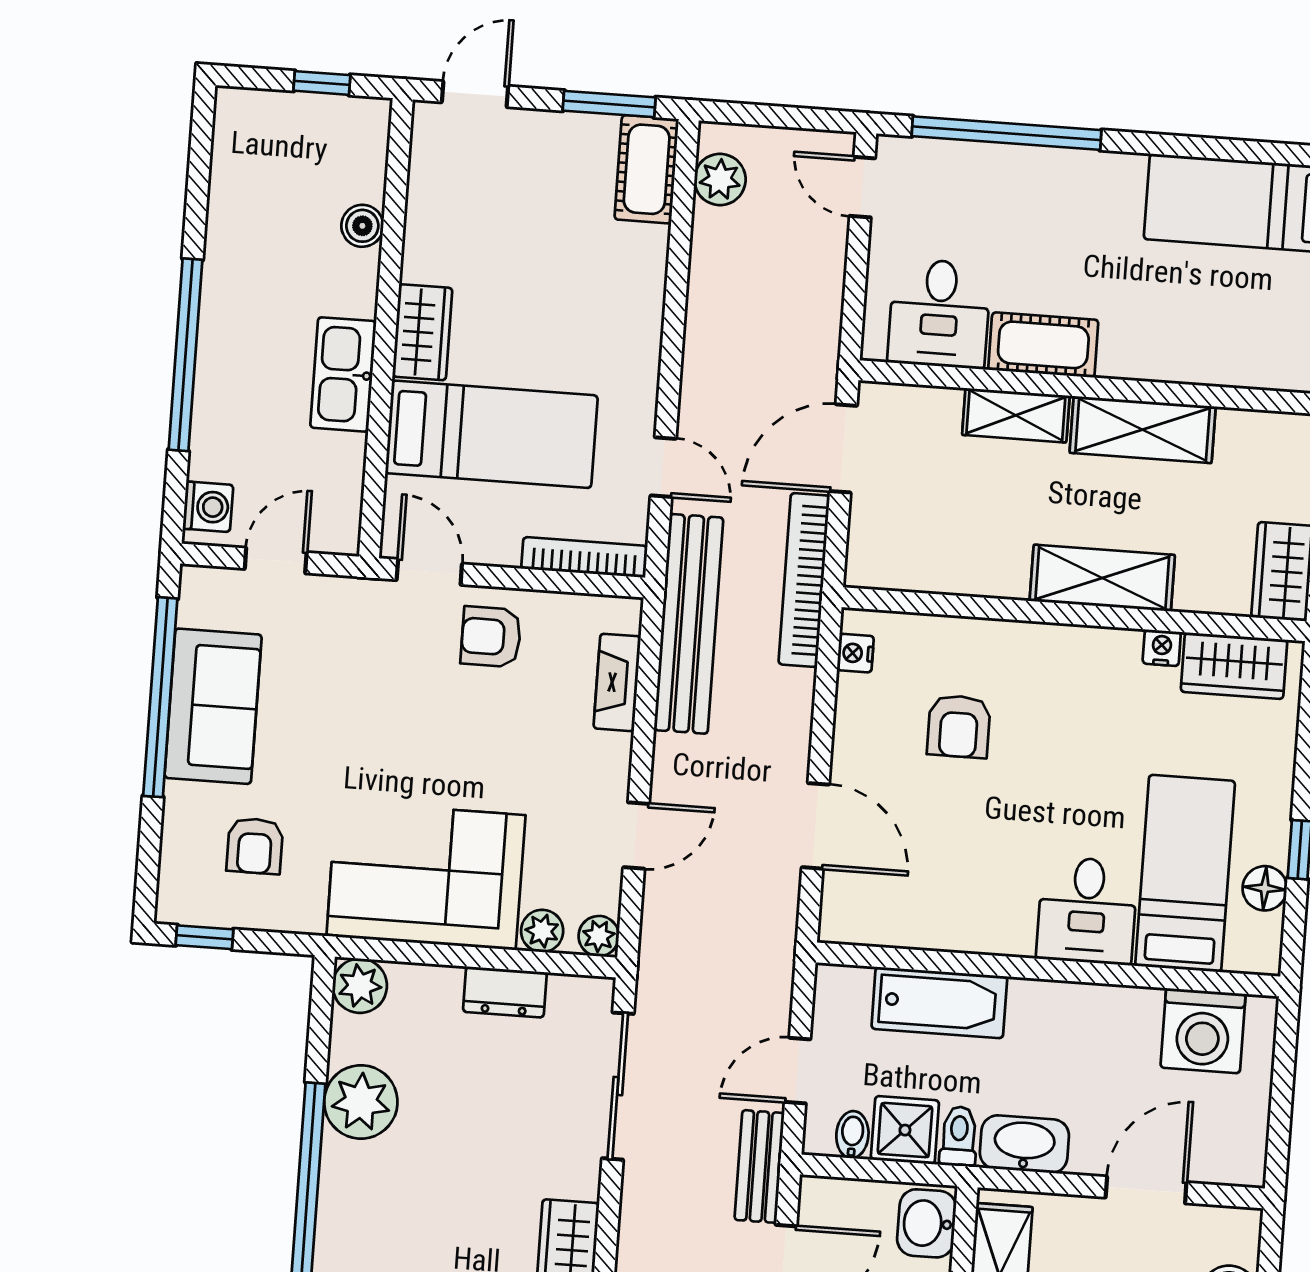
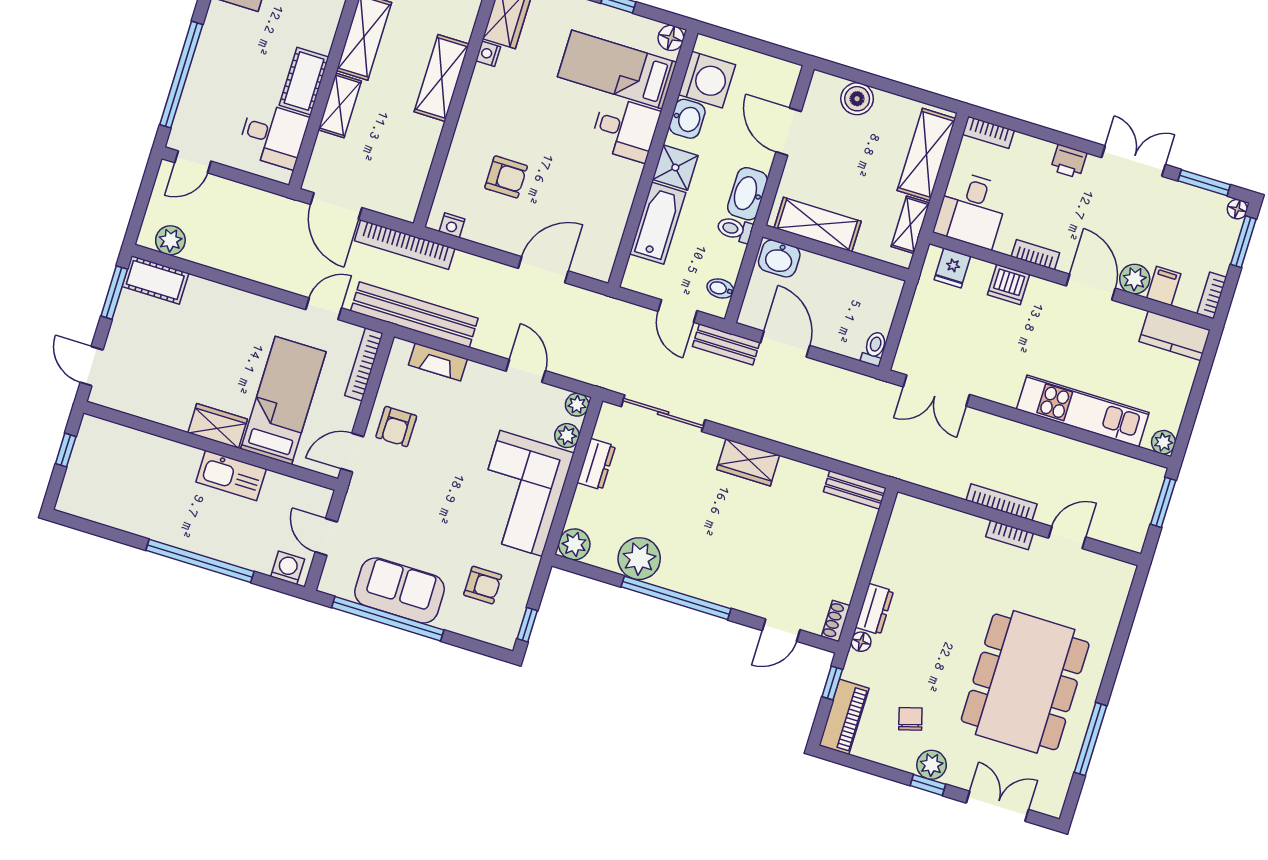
boiler: (362, 226) -> (151, 446), removed
floor lamp: (1265, 888) -> (671, 38), moved
washbasin: (1129, 1012) -> (687, 119), added
shower: (905, 1130) -> (675, 168), moved

